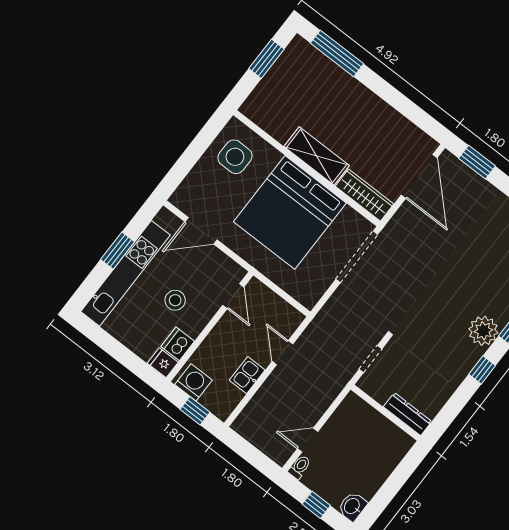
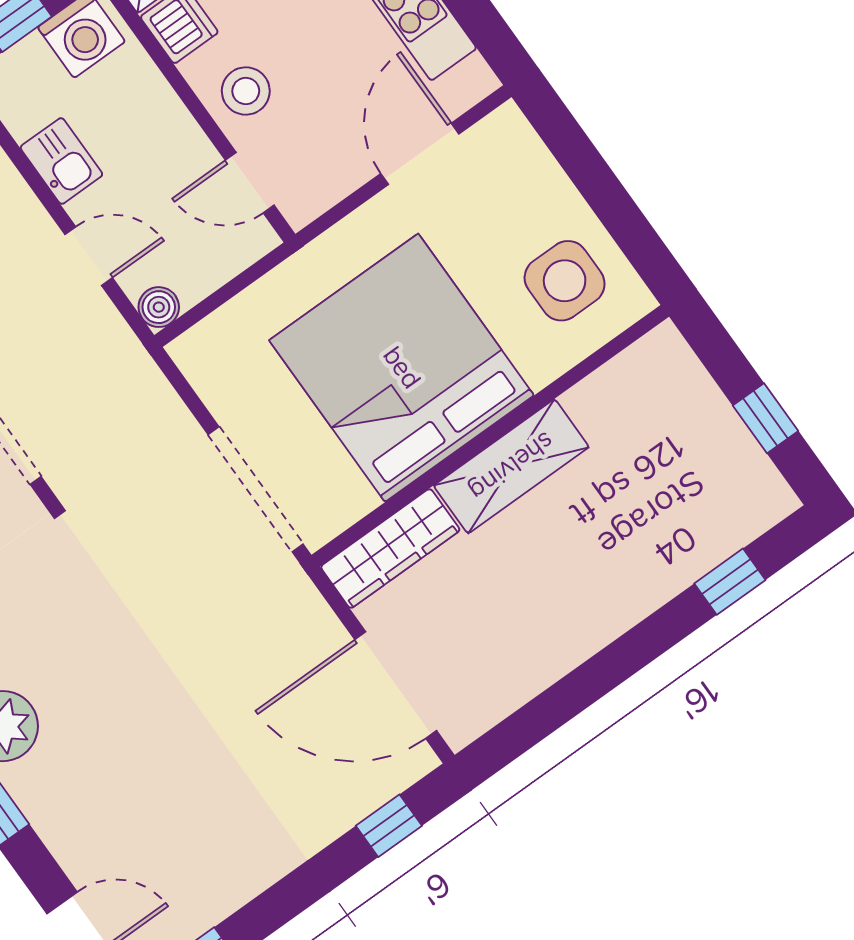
window: (337, 53) -> (730, 582), width x0.46
window: (266, 59) -> (765, 418), width x0.67
window: (477, 162) -> (389, 826), width x0.67
stool: (175, 300) -> (246, 91), moved
boiler: (295, 318) -> (159, 307), added

